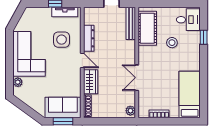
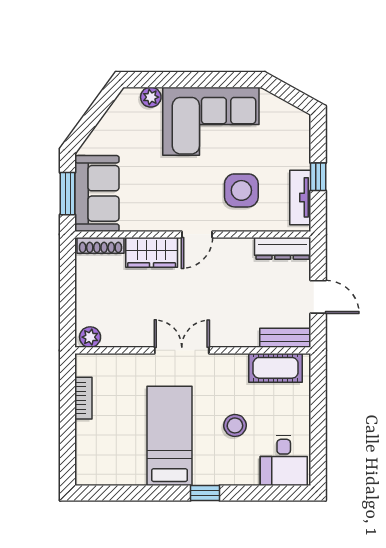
bench: (131, 23) -> (285, 338), width x0.73
cot: (147, 28) -> (276, 368), width x0.73, depth x0.75
window: (204, 37) -> (205, 493), moved
dresser: (89, 38) -> (283, 248), moved
double door: (137, 78) -> (182, 350), moved
bed: (190, 94) -> (169, 436), moved, turned -90

